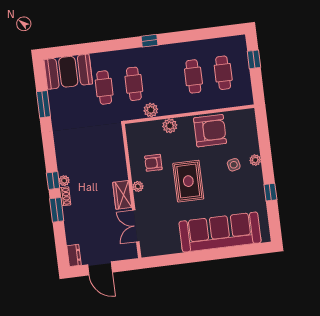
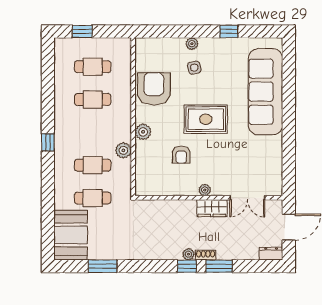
plant: (138, 186) -> (205, 190), moved
wall: (131, 191) -> (209, 198), moved
wardrobe: (122, 195) -> (212, 208), moved
double door: (136, 226) -> (247, 198), moved

